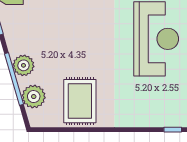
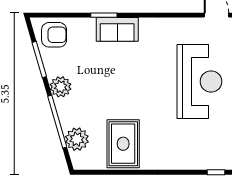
plant: (23, 65) -> (61, 87), moved

